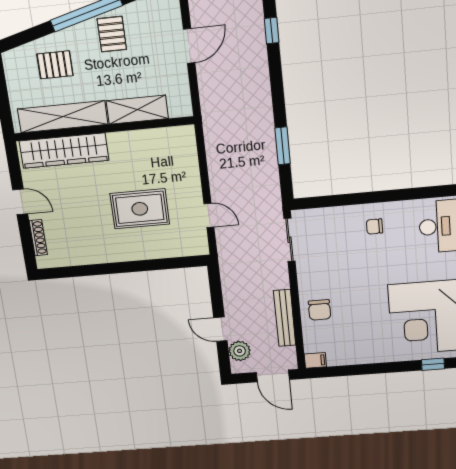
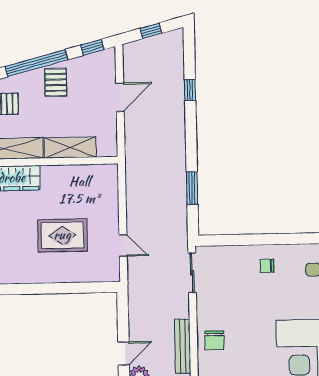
door: (220, 329) -> (124, 353), swing flipped

